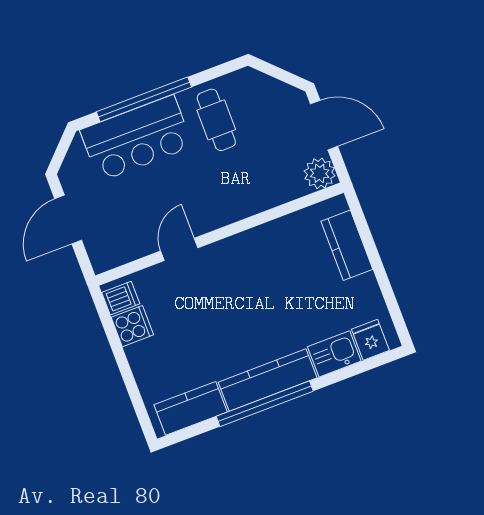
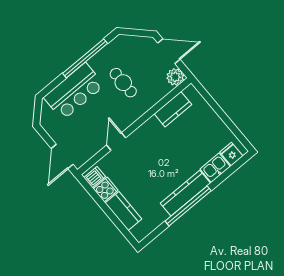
window: (144, 99) -> (85, 58), moved
cafe table: (216, 120) -> (123, 83), moved
door: (68, 219) -> (62, 156), moved
kitchen counter: (347, 245) -> (173, 109), moved, turned -90
kitchen counter: (191, 408) -> (123, 211), moved, turned 90

